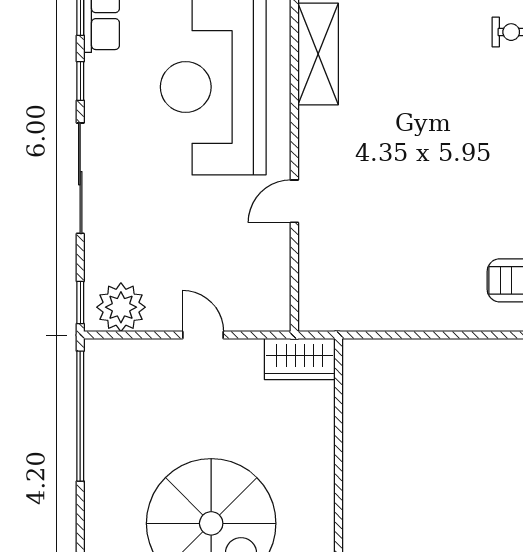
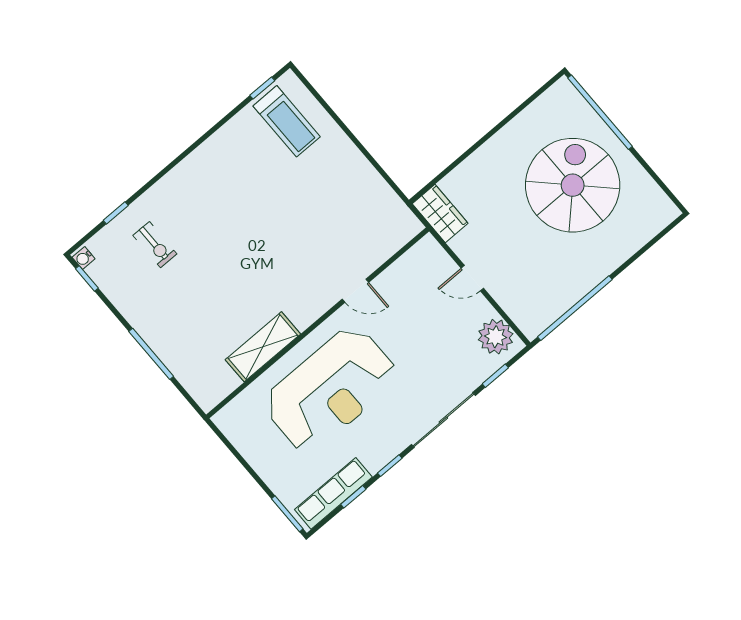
window: (80, 302) -> (495, 376), moved
door: (203, 335) -> (472, 278), hinge flipped

